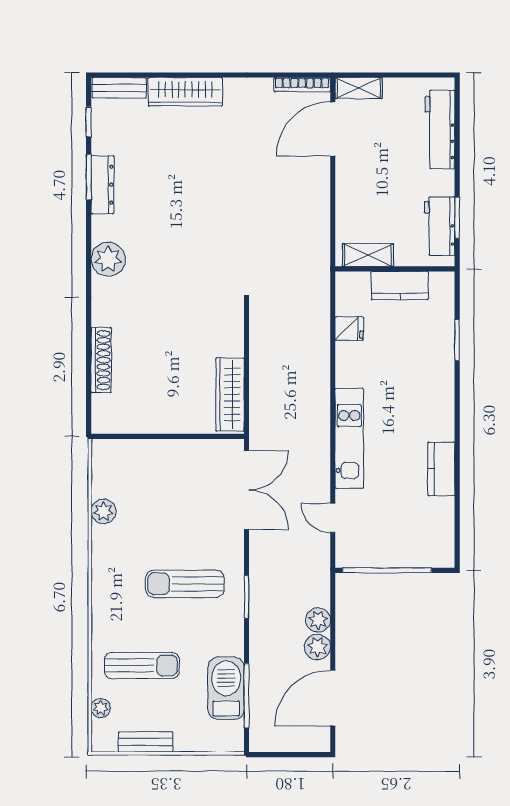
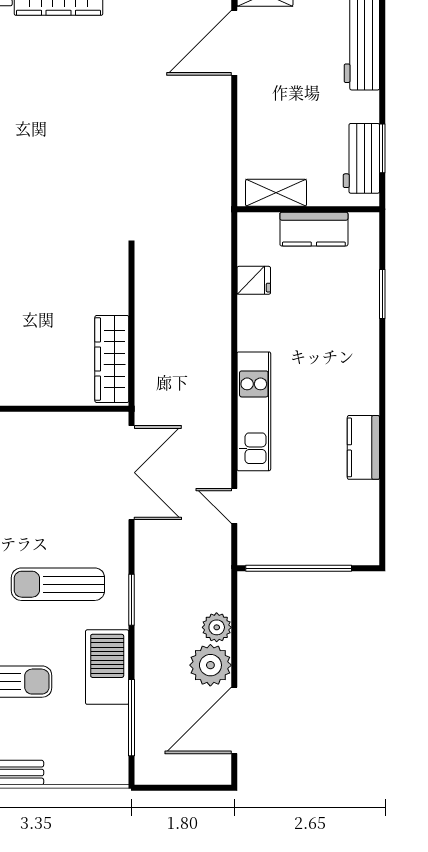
plant: (317, 647) -> (210, 665), width x1.36, depth x1.36
barbecue: (226, 688) -> (107, 667), moved

